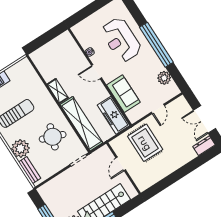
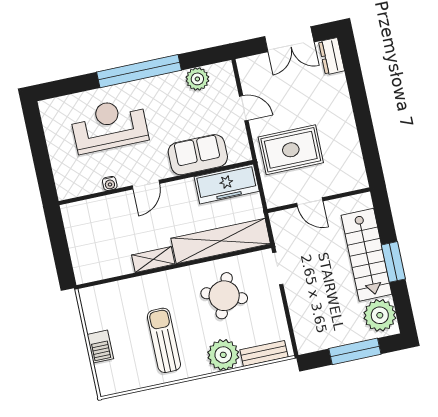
reception desk: (121, 40) -> (109, 125), turned 180

